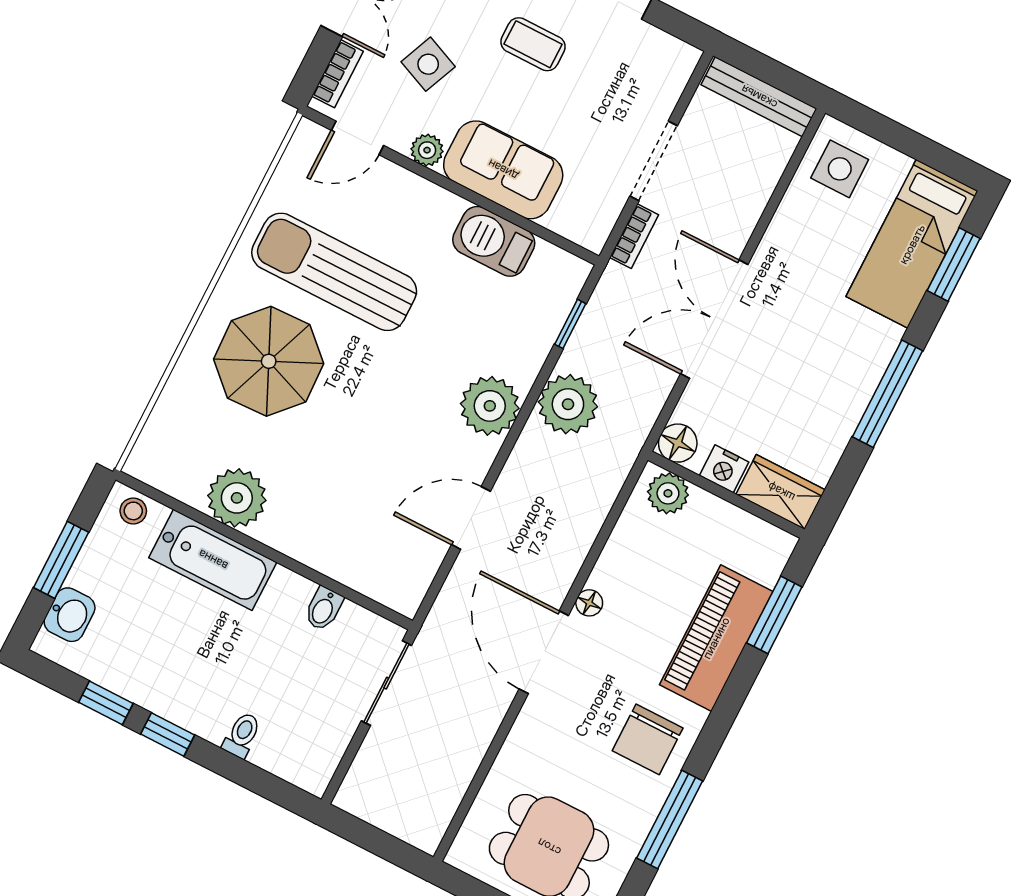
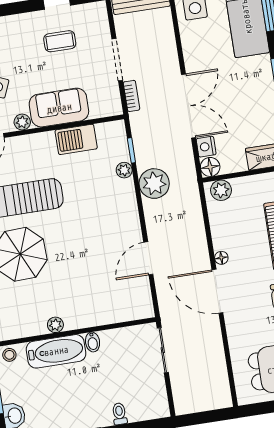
coffee table: (533, 44) -> (60, 41), moved
double door: (714, 319) -> (188, 106), swing flipped
plant: (490, 406) -> (124, 170), moved, width x0.53, depth x0.53
nightstand: (724, 469) -> (206, 147), moved, turned 90
plant: (237, 498) -> (55, 325), width x0.53, depth x0.53
bidet: (324, 609) -> (93, 342), moved

